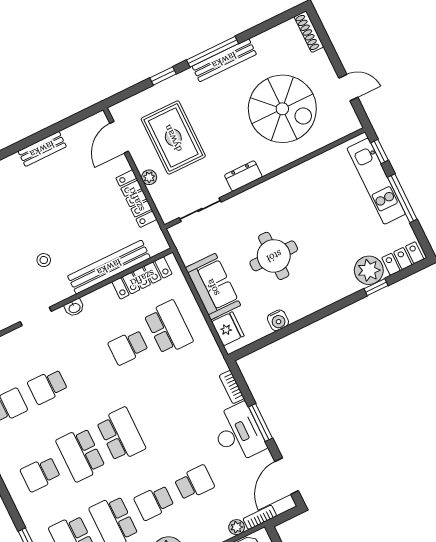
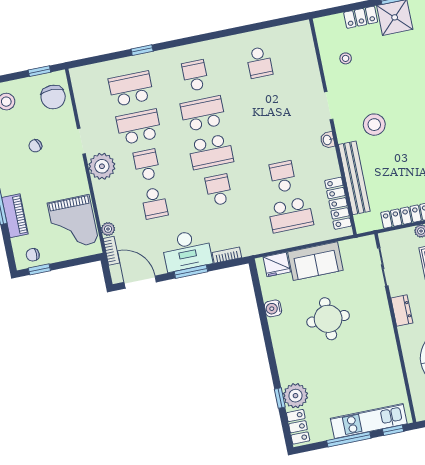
stool: (44, 260) -> (374, 125), width x1.89, depth x1.89
school desk: (48, 386) -> (219, 190), moved

